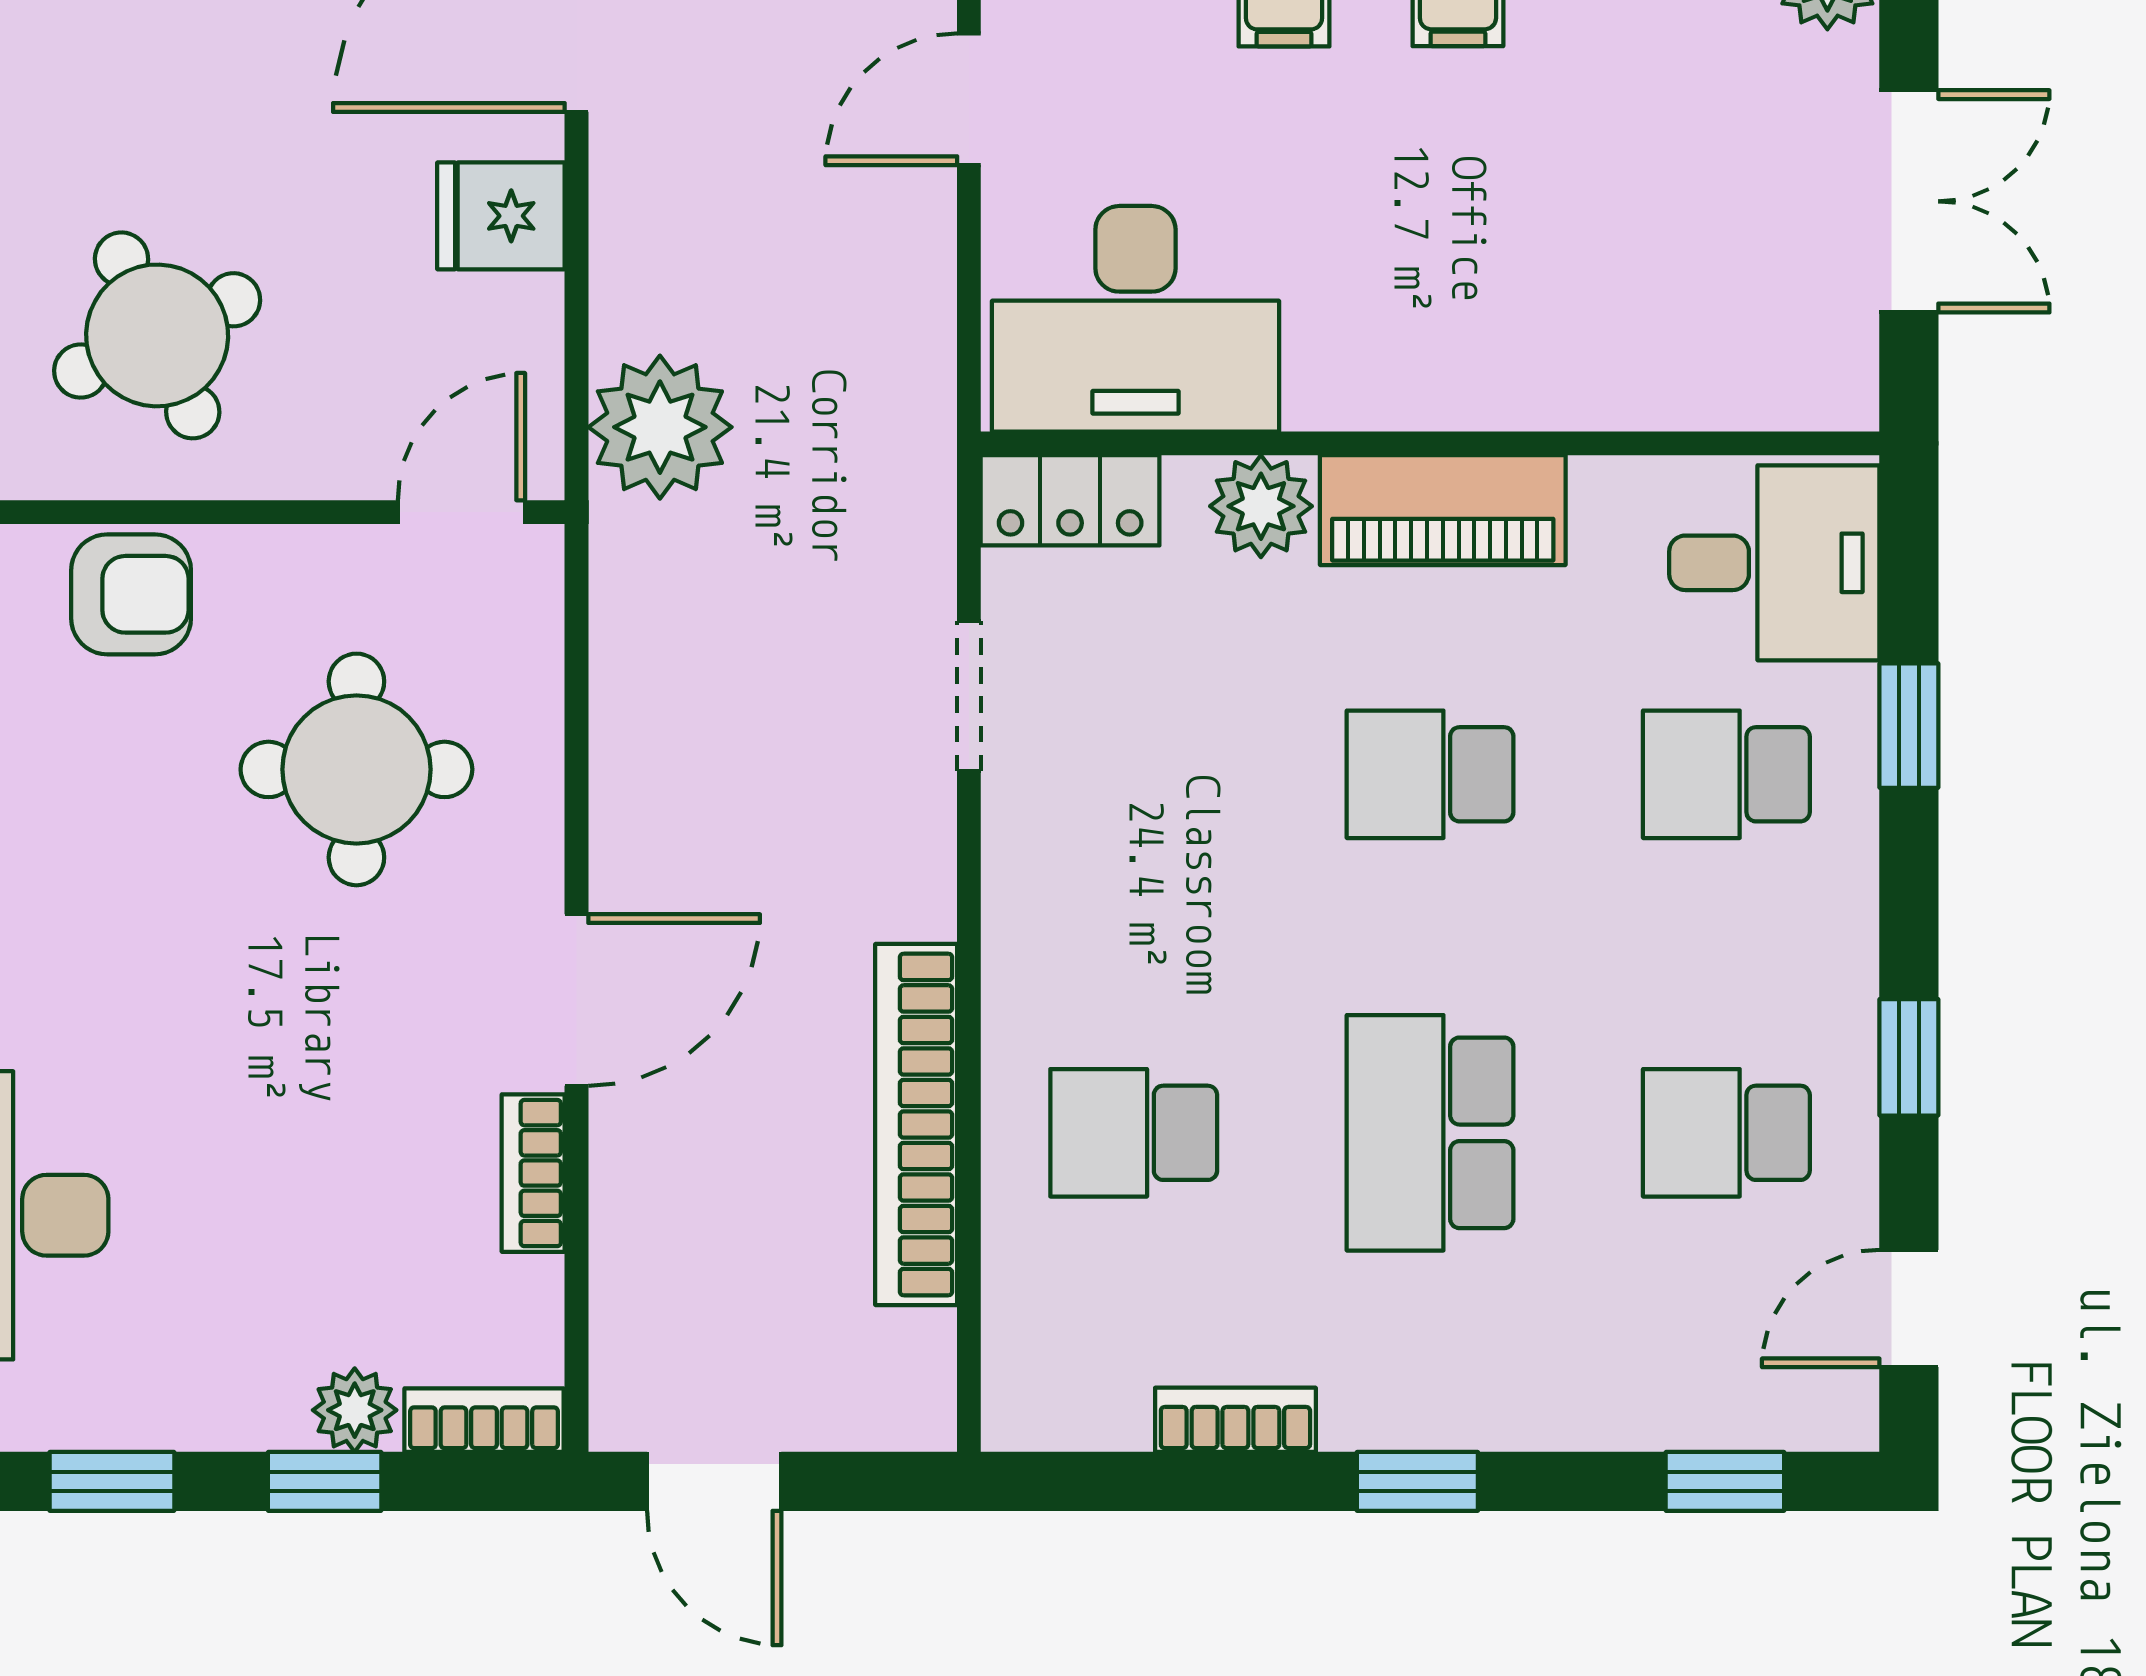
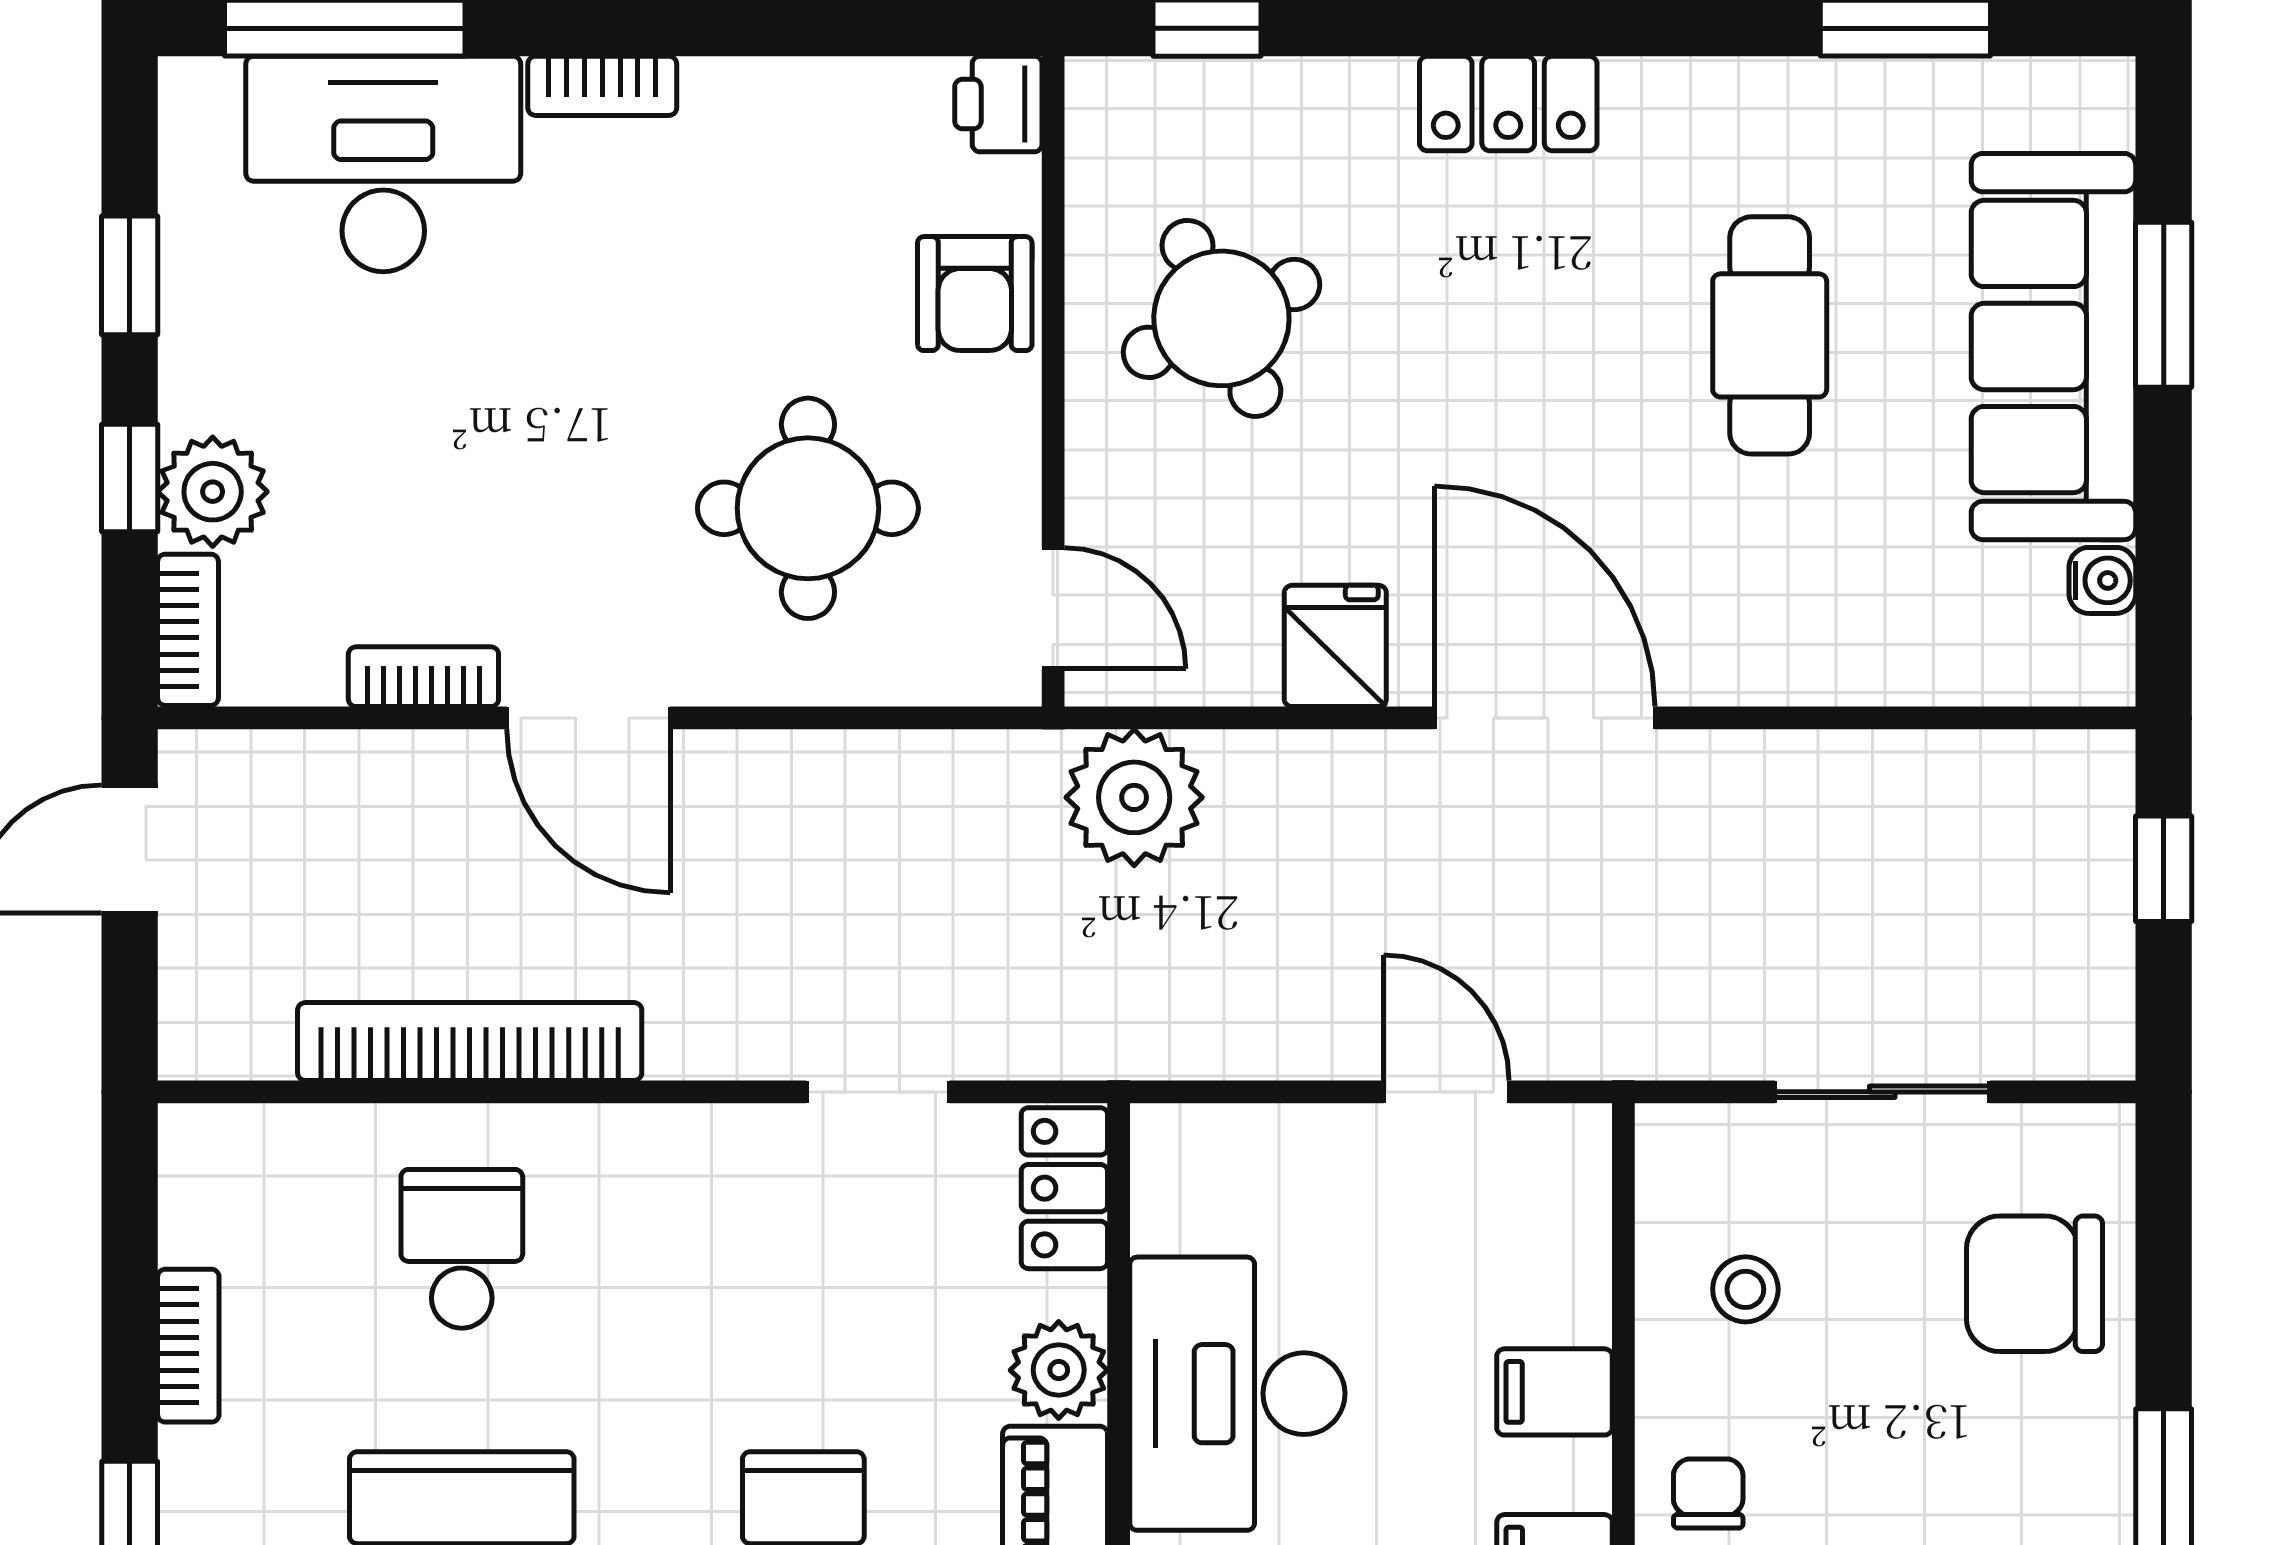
desk: (1135, 319) -> (1237, 1394), moved
plant: (355, 1410) -> (213, 492), width x1.38, depth x1.38

